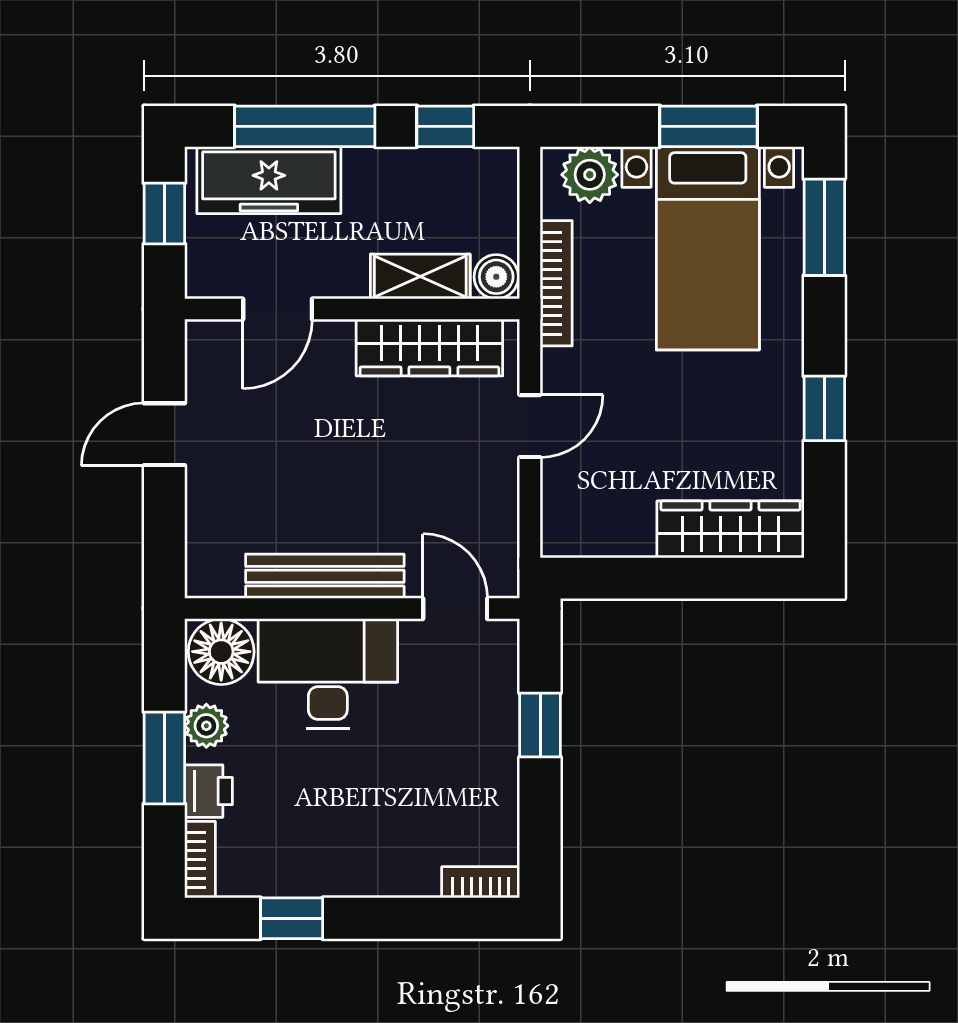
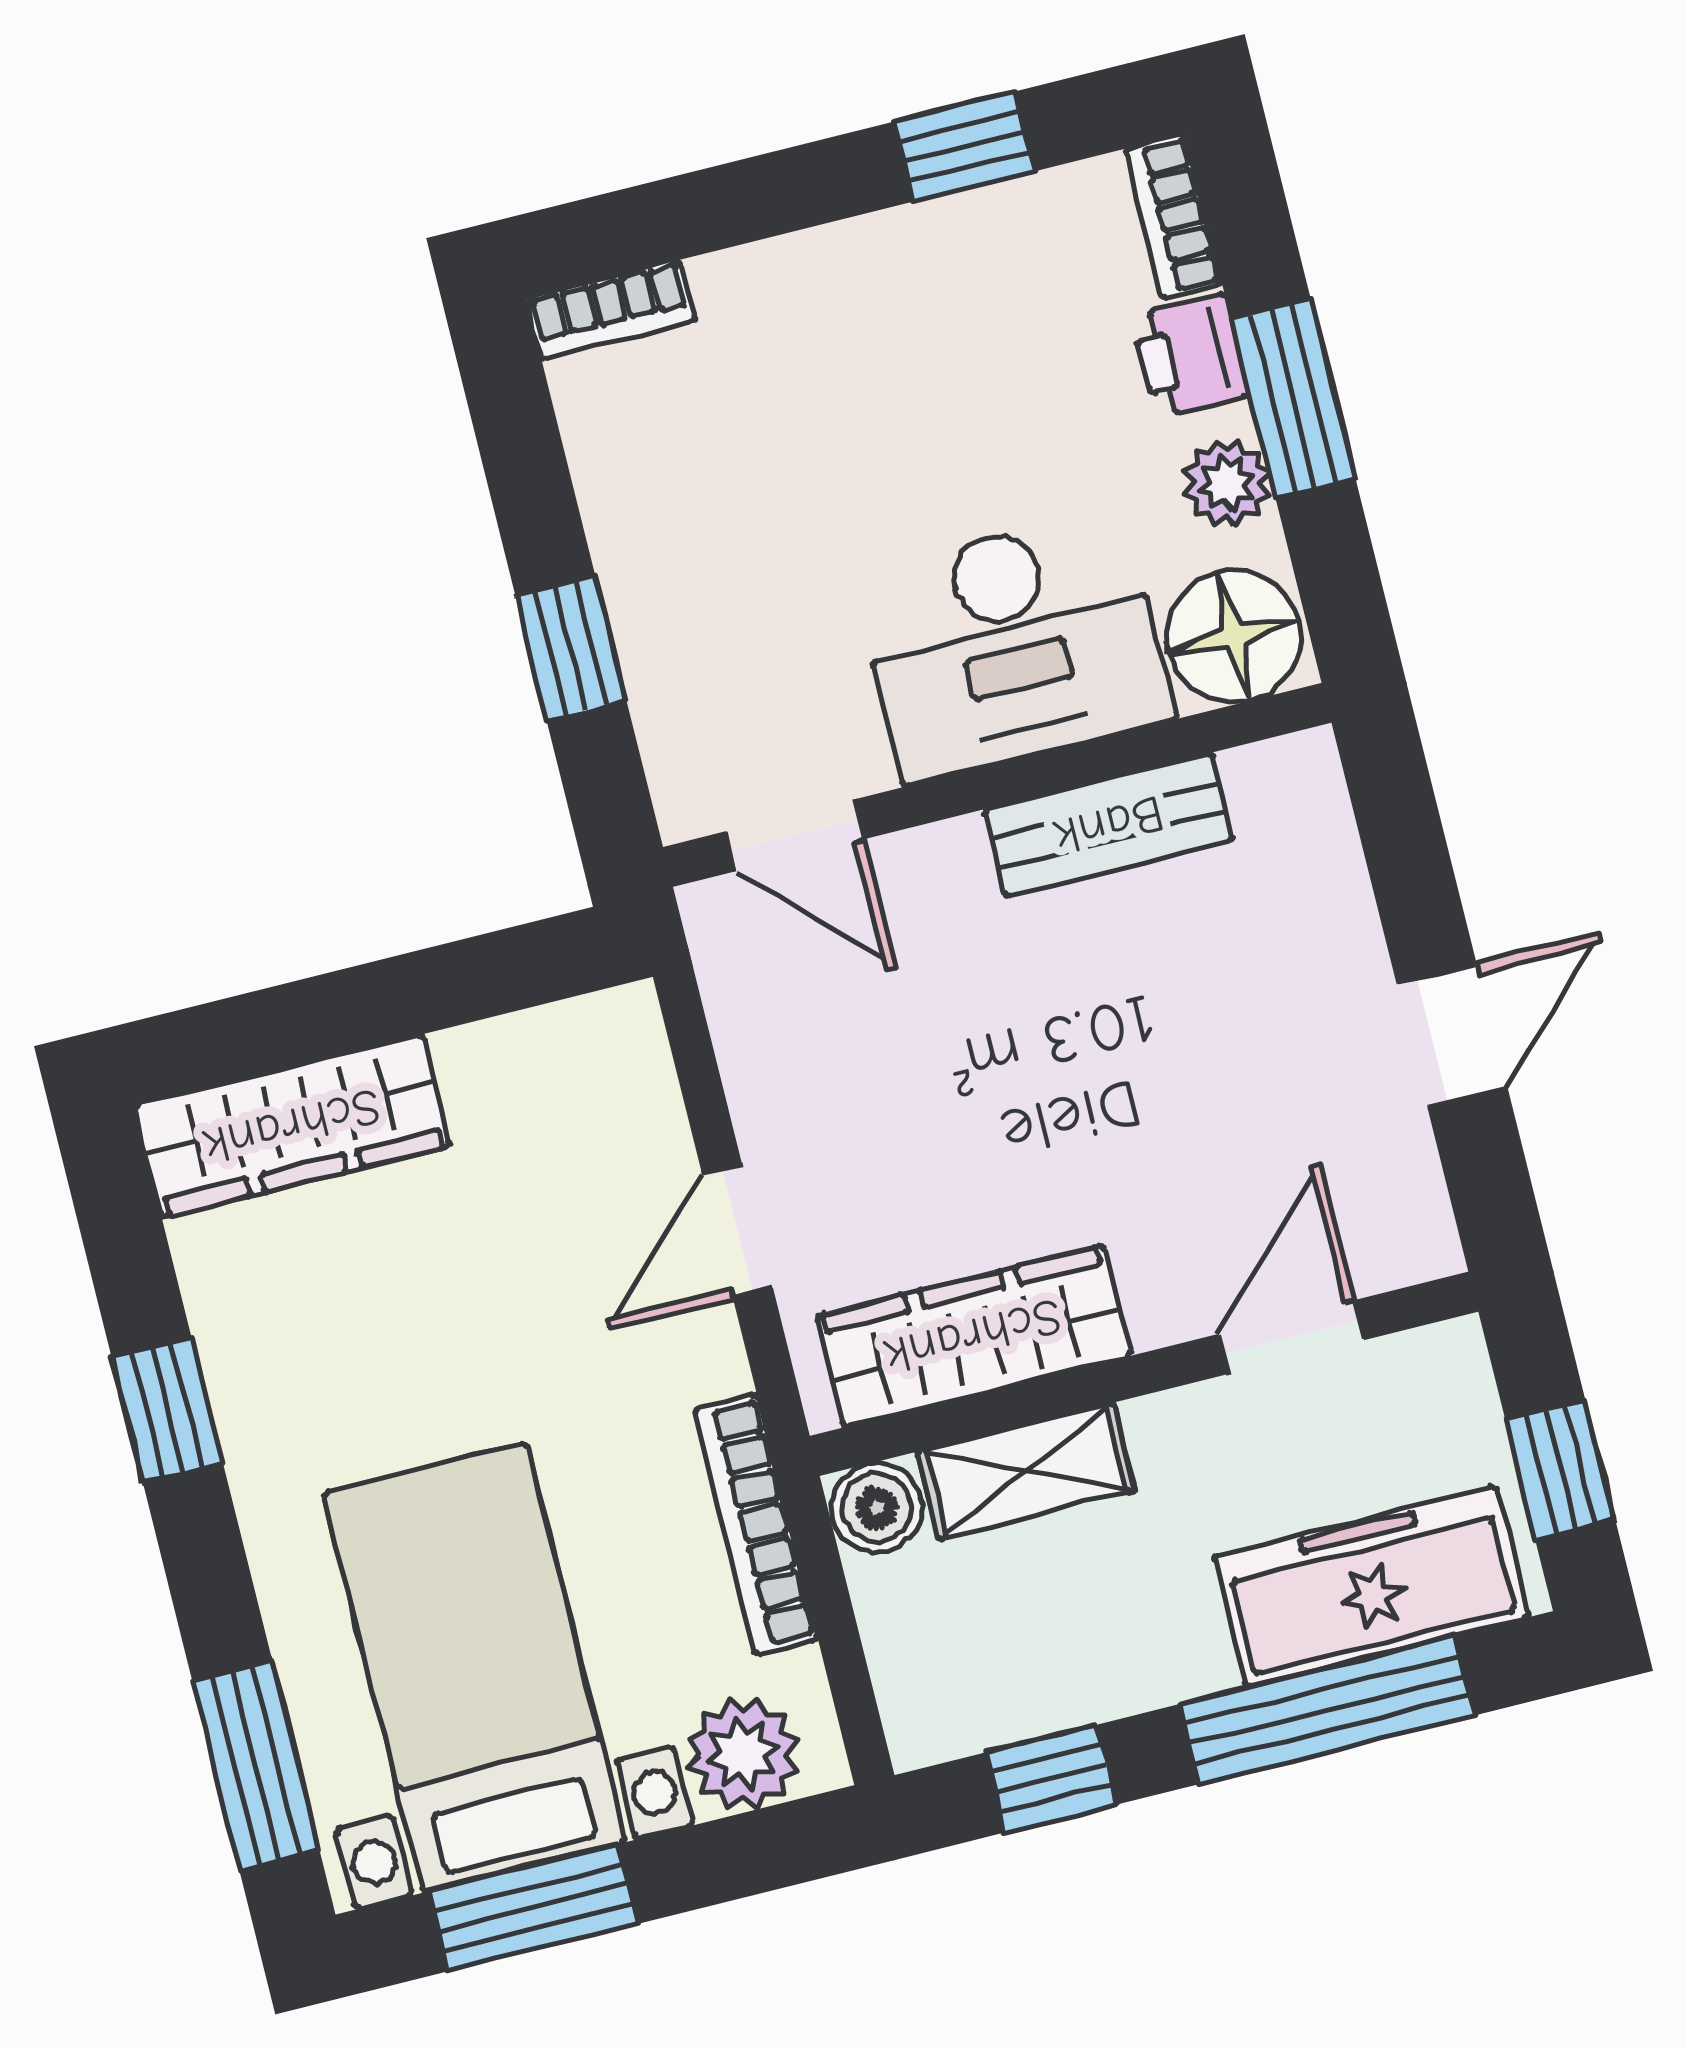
bench: (325, 576) -> (1109, 825), width x0.73

